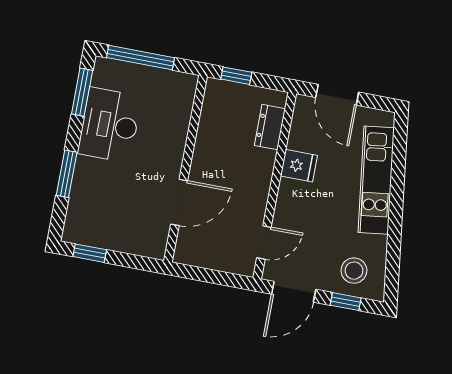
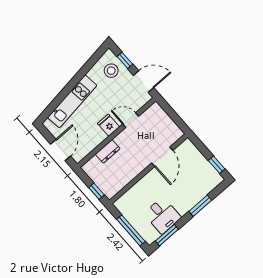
desk: (110, 125) -> (162, 215), width x0.73
dresser: (270, 127) -> (108, 151), moved
fridge: (299, 166) -> (109, 125), moved
door: (179, 202) -> (162, 157), swing flipped
door: (264, 243) -> (131, 120), moved

